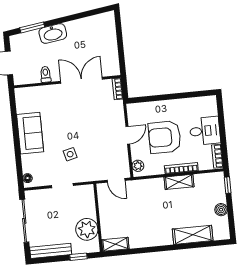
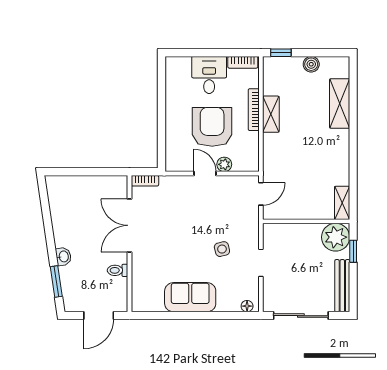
washbasin: (53, 33) -> (63, 256), width x0.52, depth x0.69
armchair: (165, 137) -> (212, 127), turned 180
plant: (138, 166) -> (224, 164), moved
plant: (87, 229) -> (336, 237), moved

